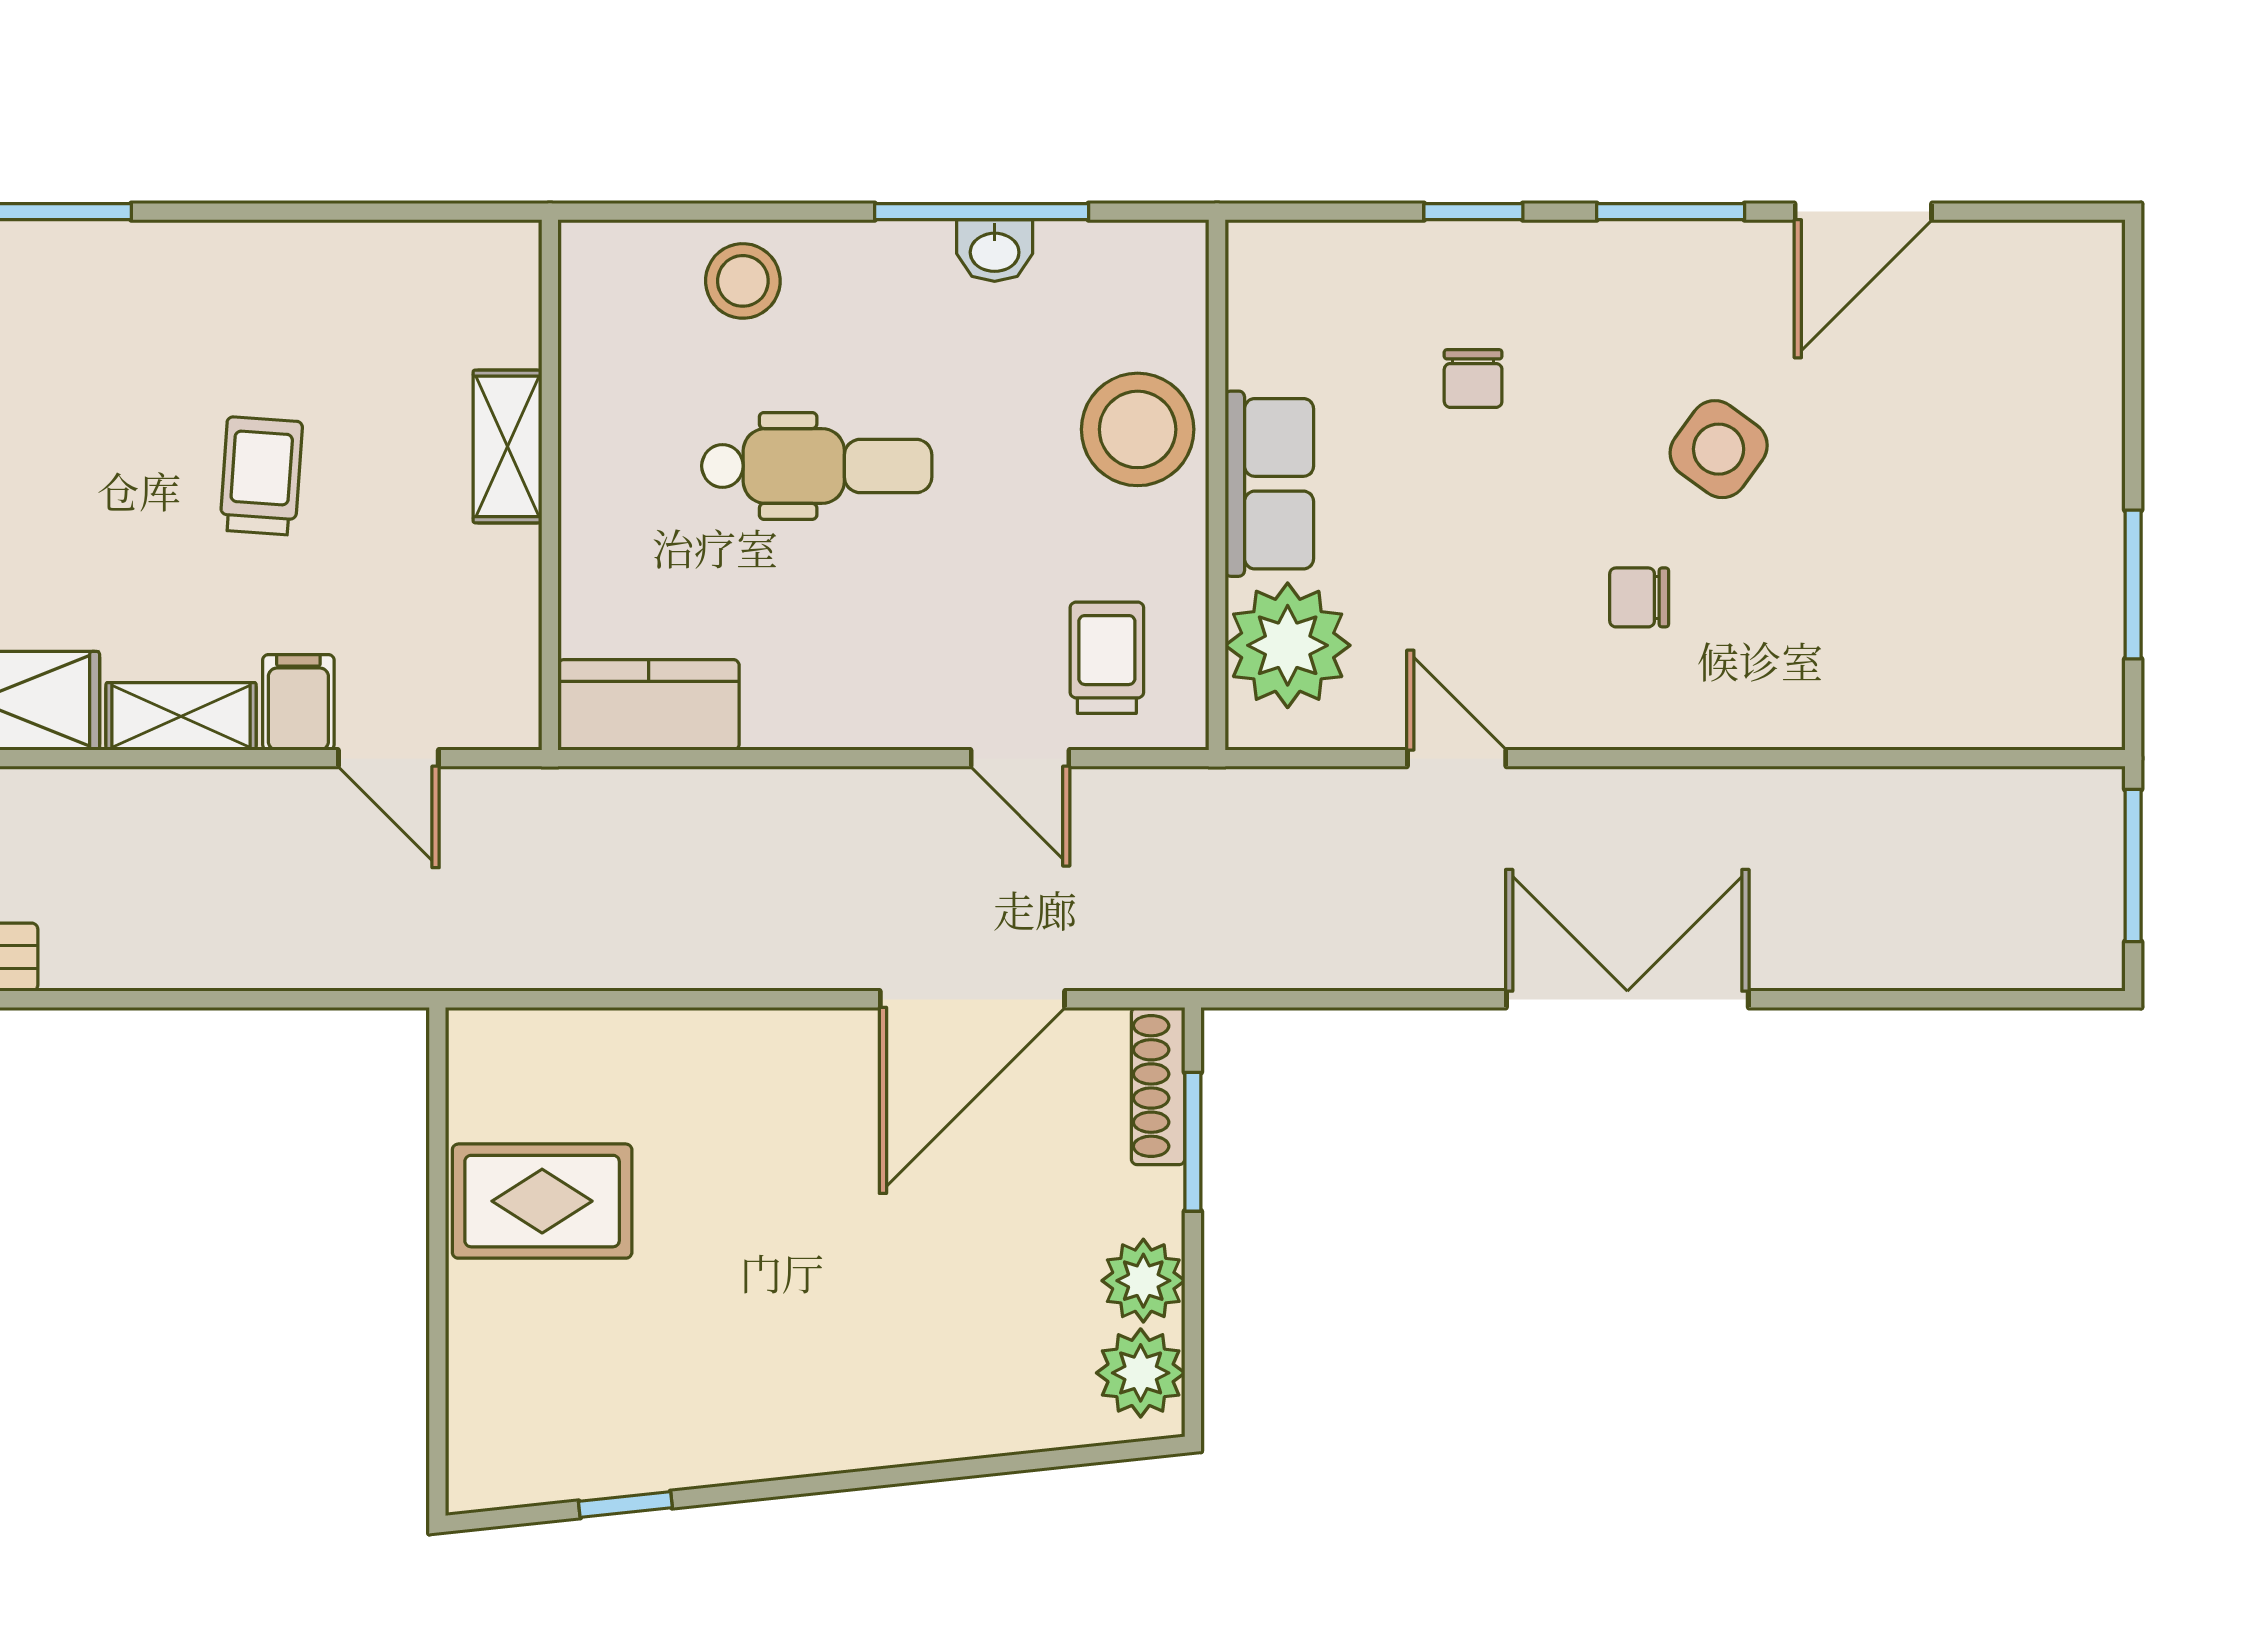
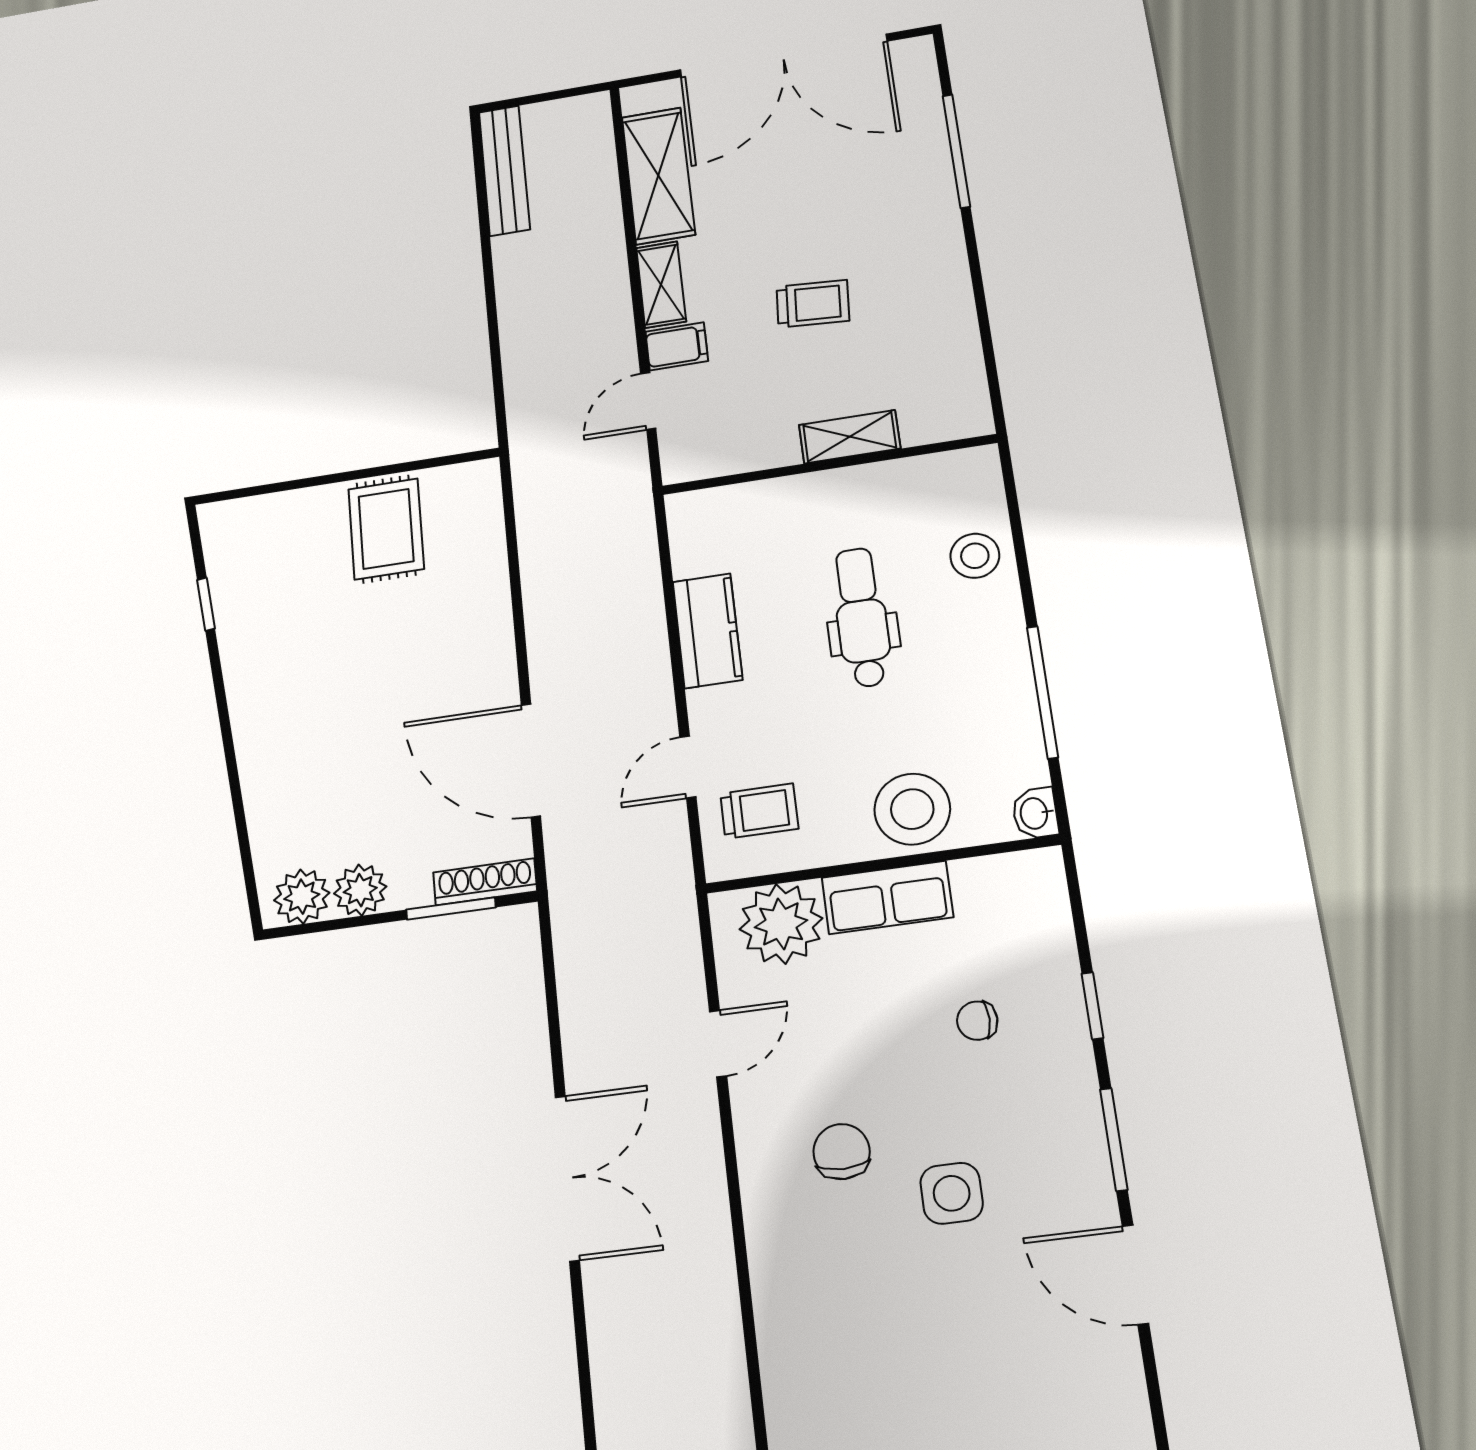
washbasin: (995, 250) -> (1035, 813), moved
side table: (1719, 449) -> (952, 1193), turned -36
dental chair: (817, 466) -> (862, 617), turned 180
chair: (1639, 597) -> (841, 1152), width x1.37, depth x1.37
kitchen counter: (649, 705) -> (708, 631), moved

